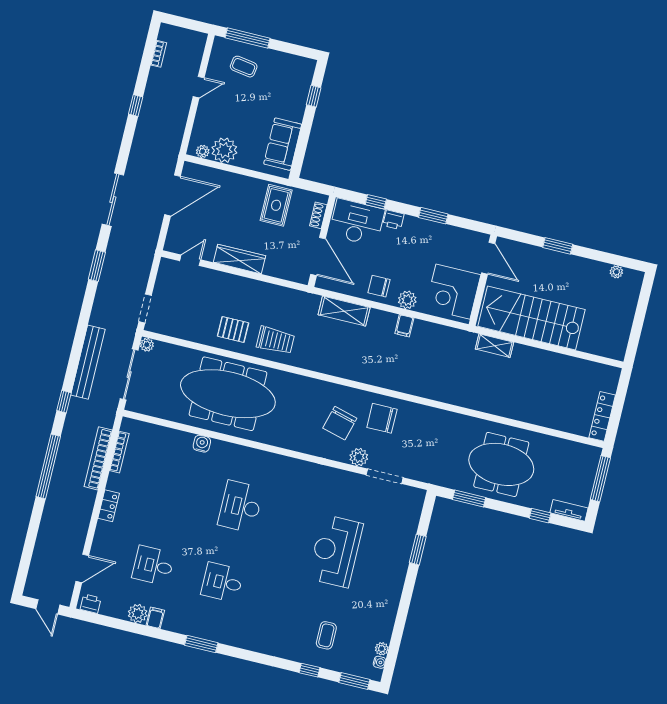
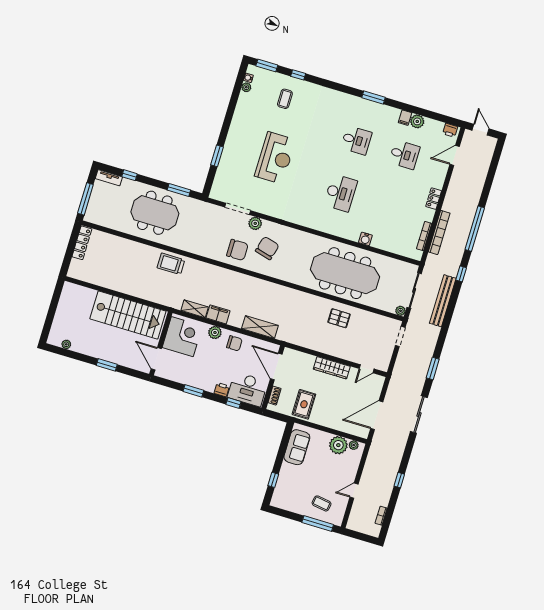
filing cabinet: (404, 326) -> (218, 314), width x2.00
trolley: (275, 340) -> (171, 264), moved
shelving: (495, 346) -> (195, 309), moved

